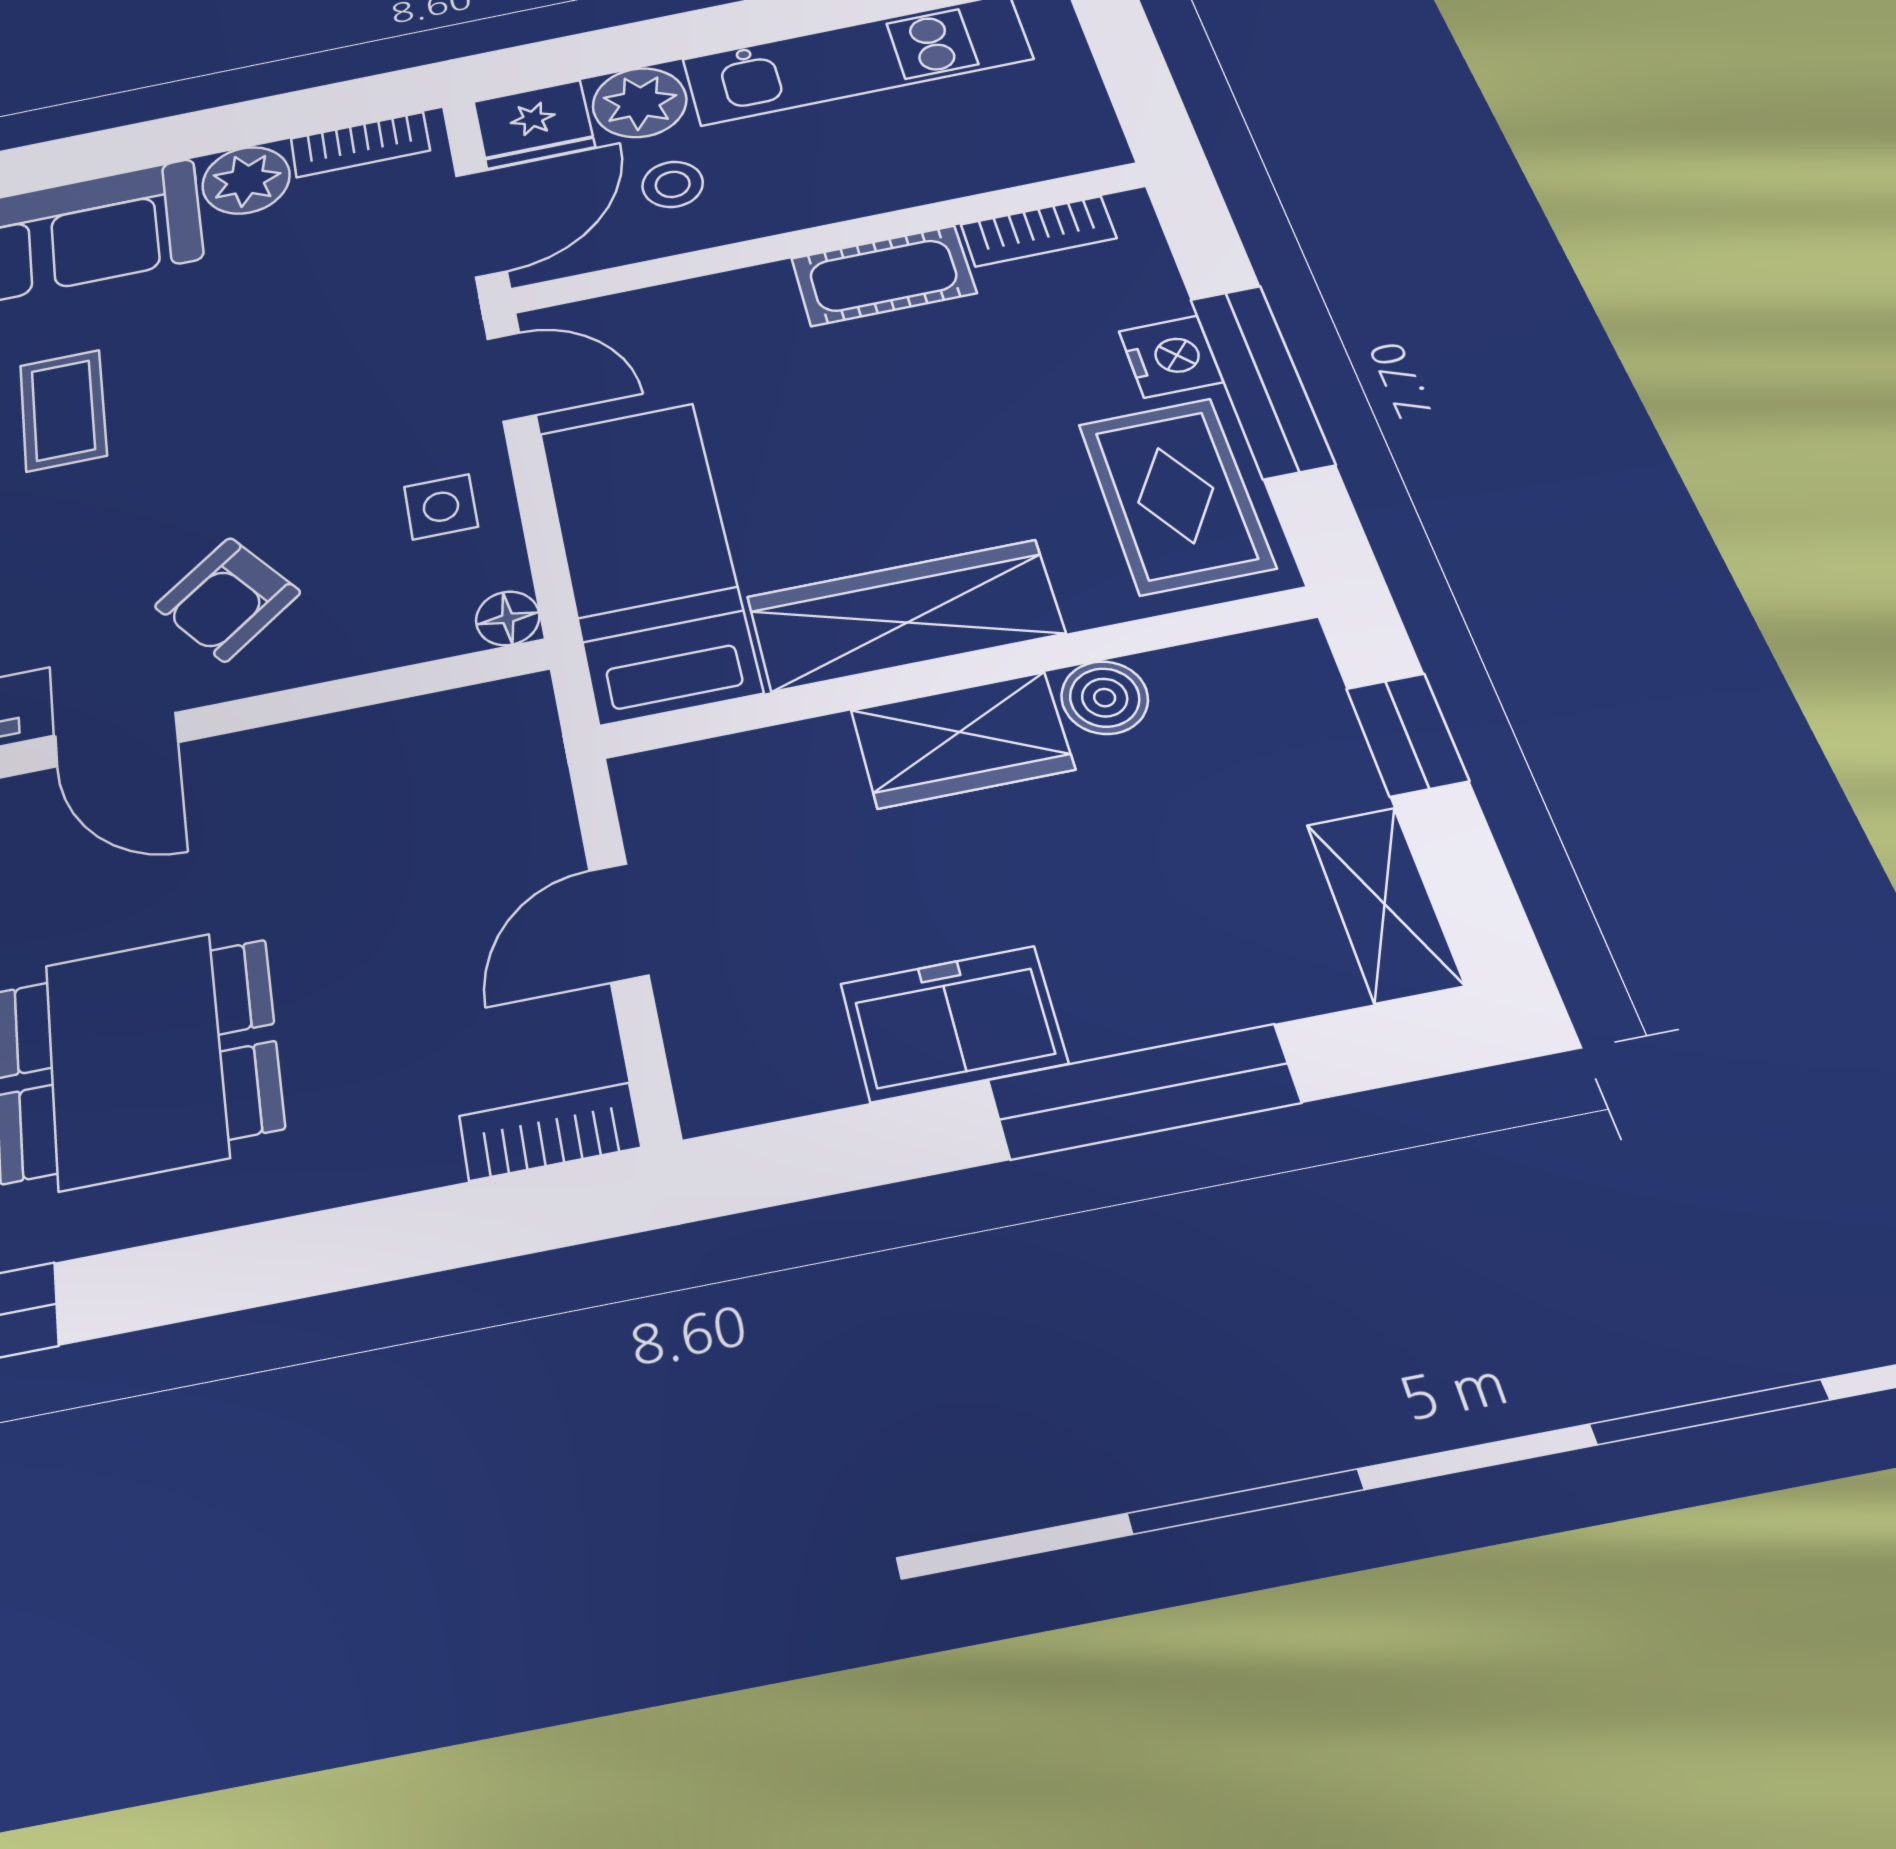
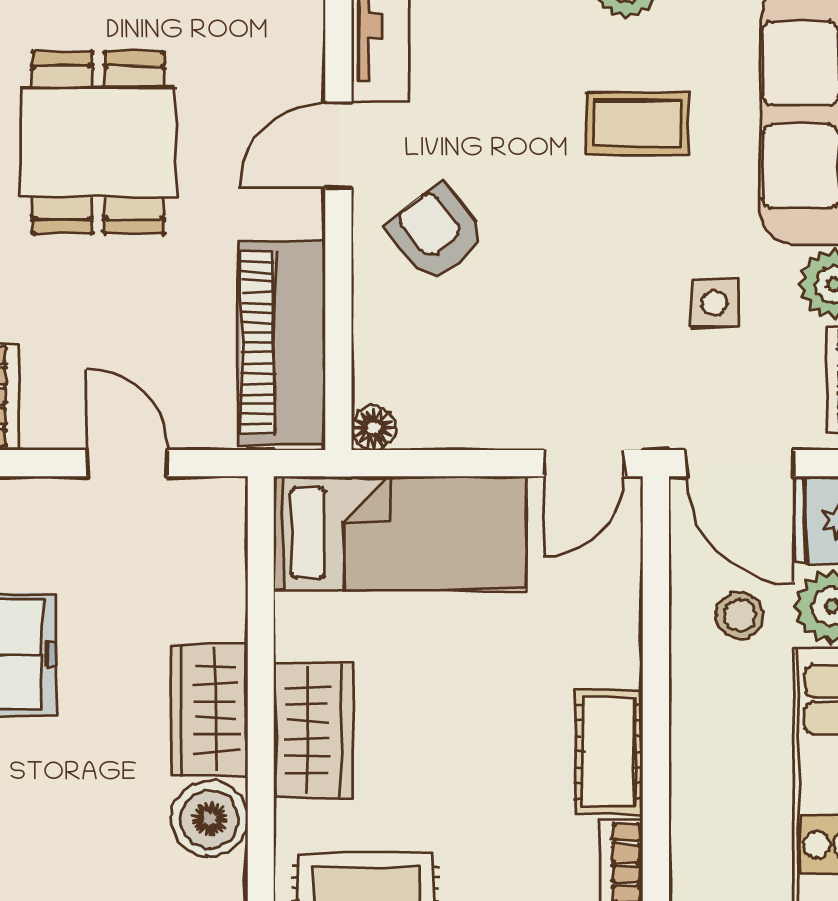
side table: (441, 507) -> (715, 303), moved
wardrobe: (905, 615) -> (313, 730), width x0.67
boiler: (1105, 698) -> (210, 819), width x1.36, depth x1.36
piano: (406, 755) -> (281, 343), added

